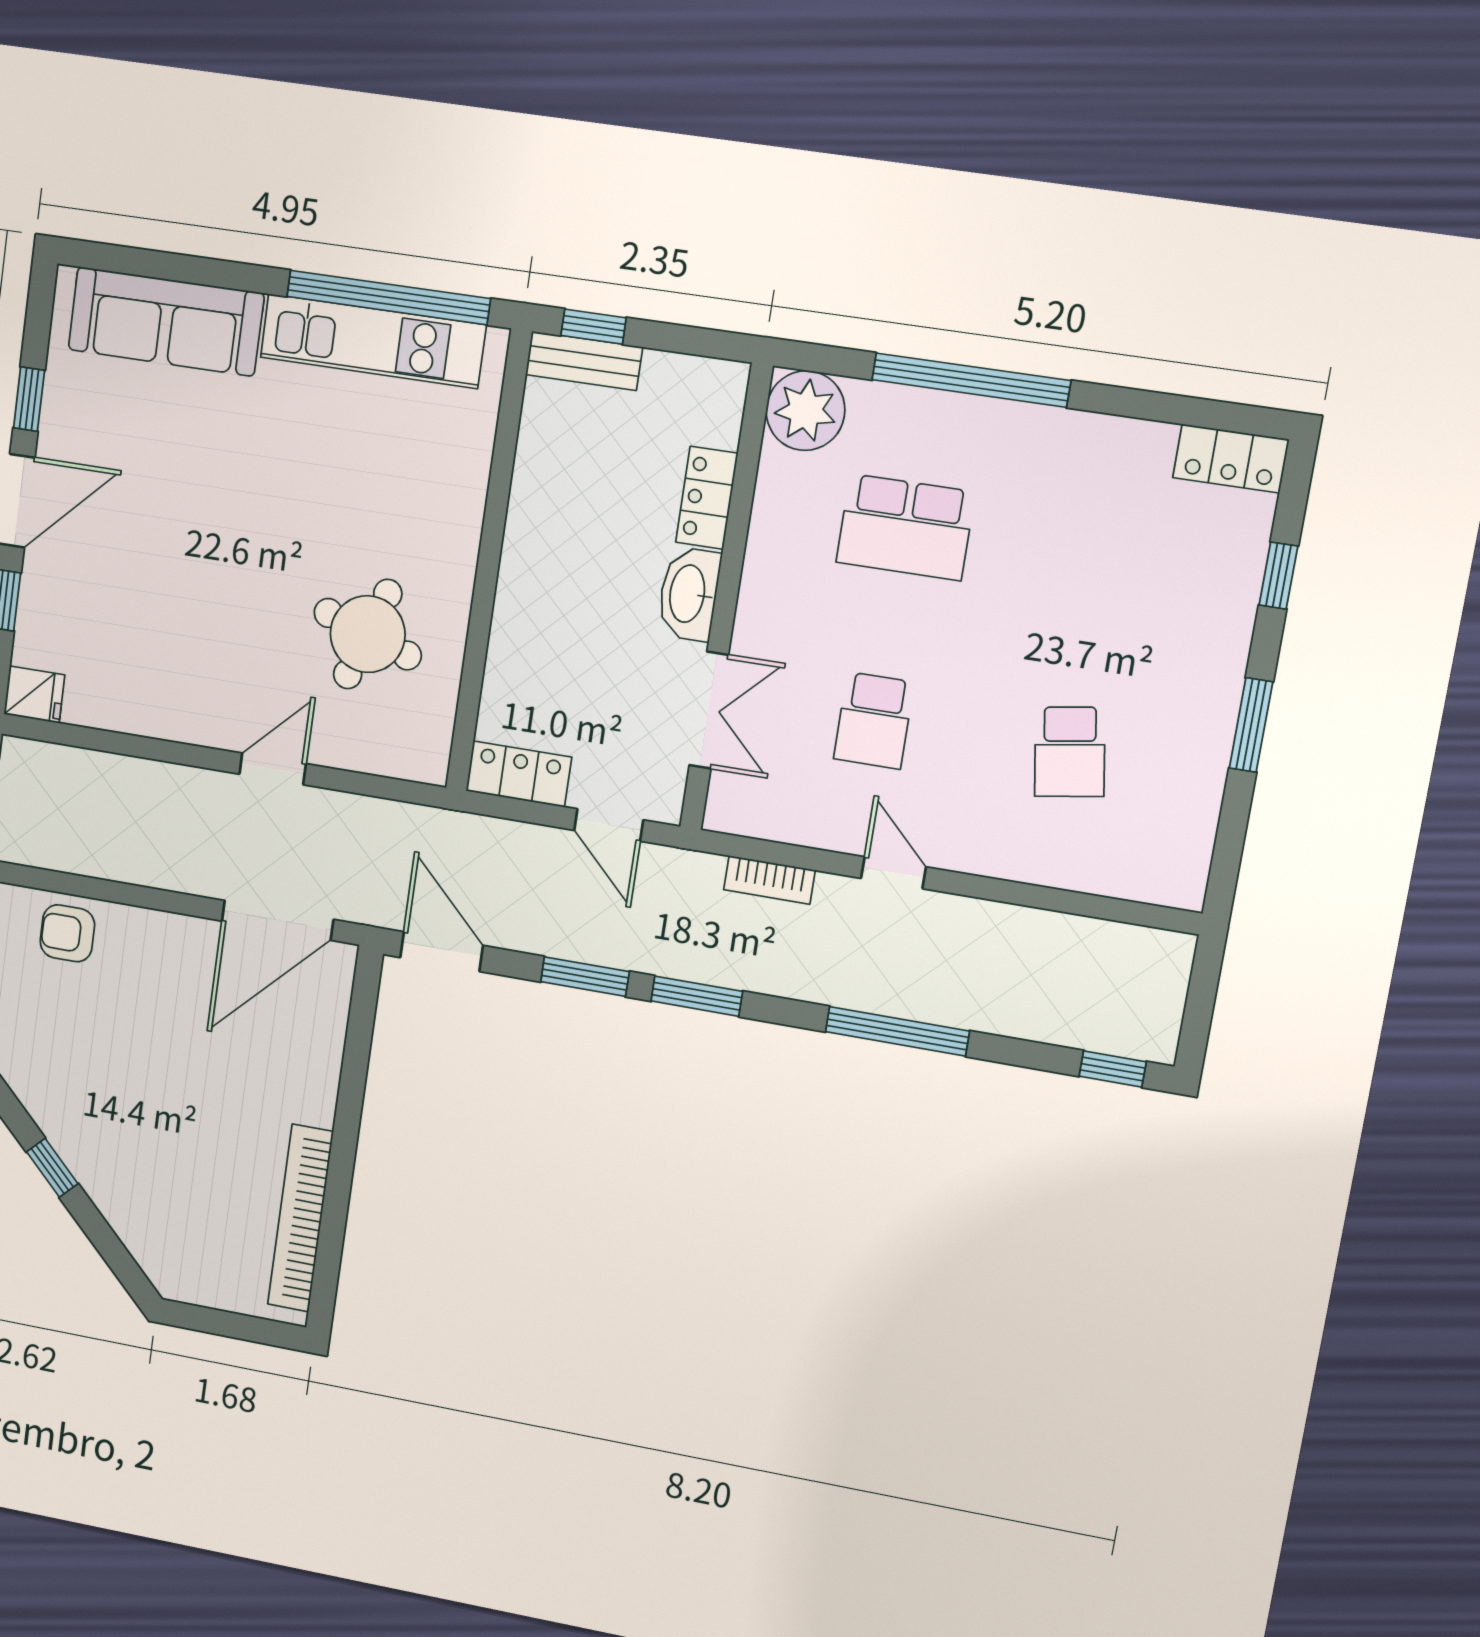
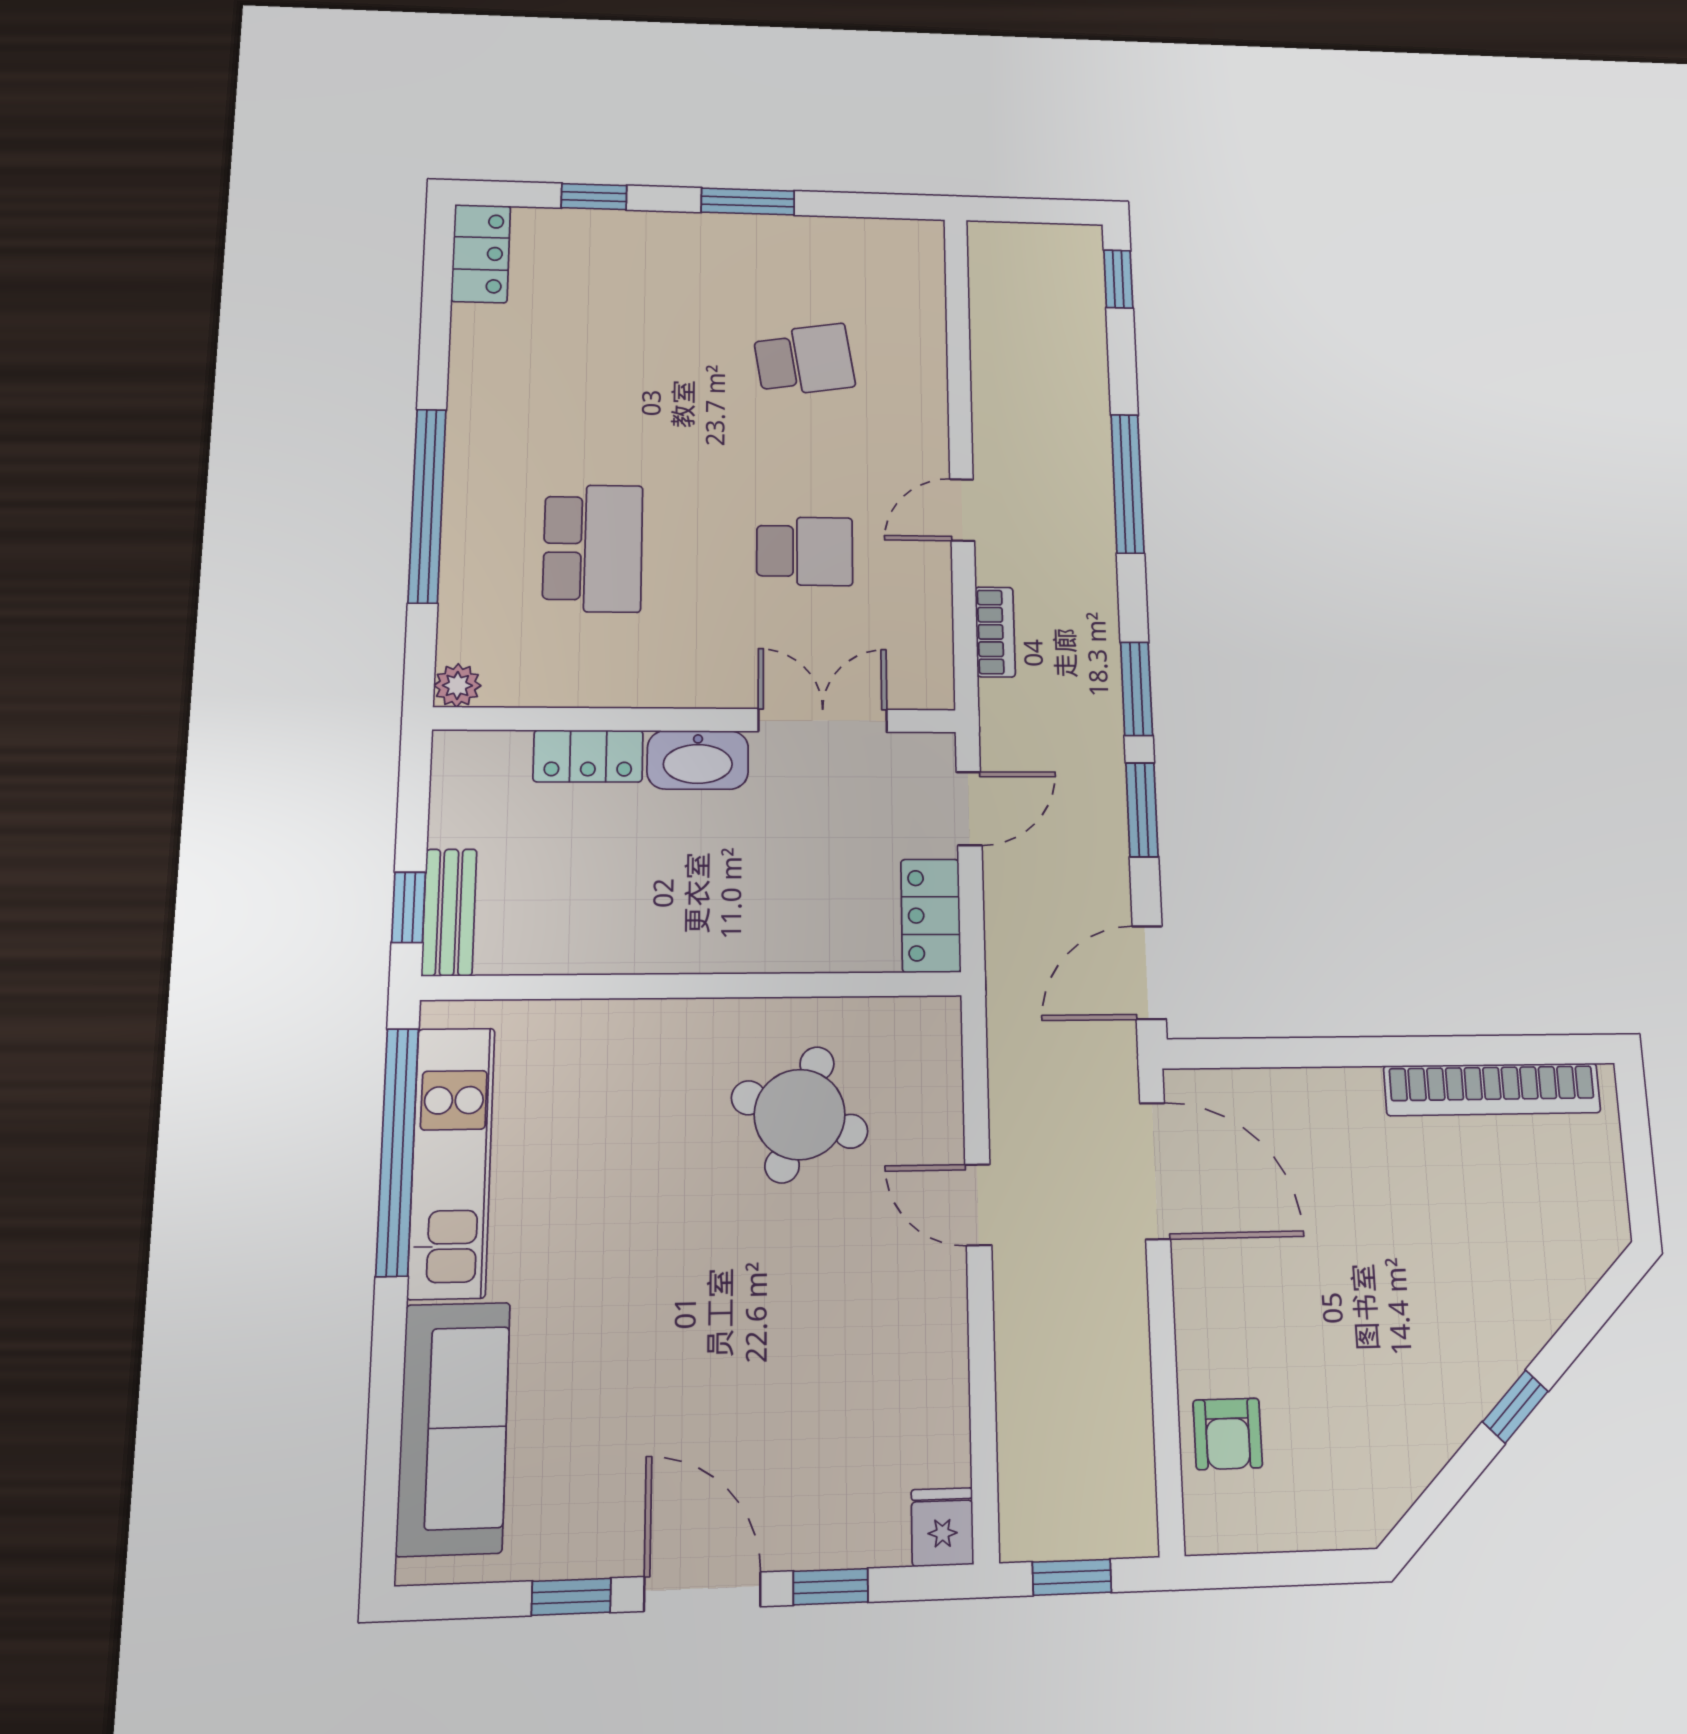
plant: (805, 411) -> (457, 685), width x0.53, depth x0.53

